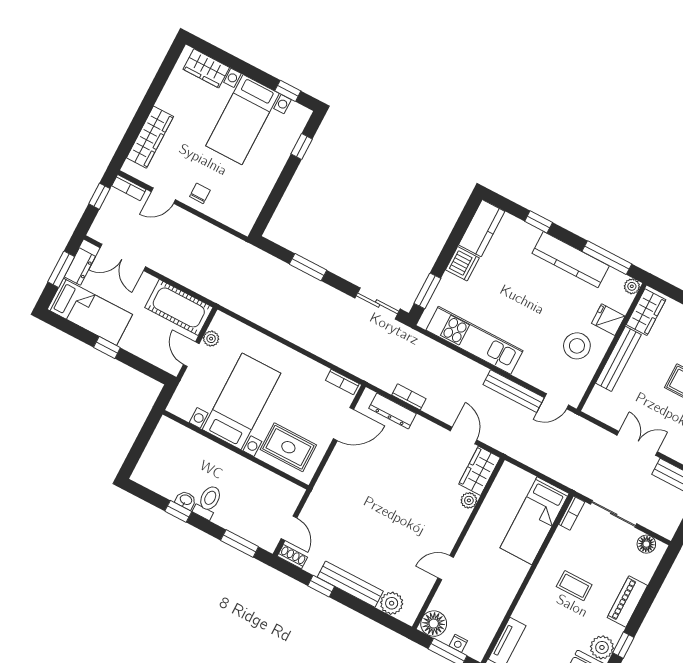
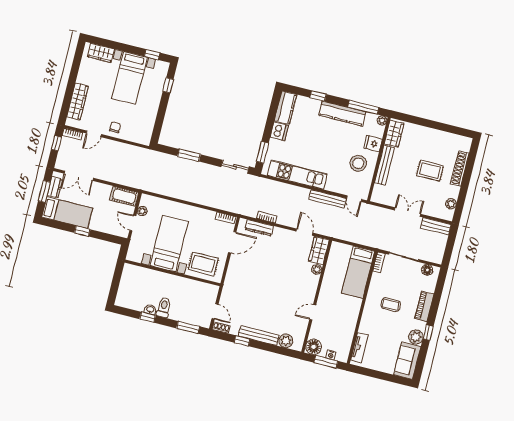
cot: (179, 307) -> (124, 196), width x0.73, depth x0.75
door: (557, 401) -> (354, 199), hinge flipped

